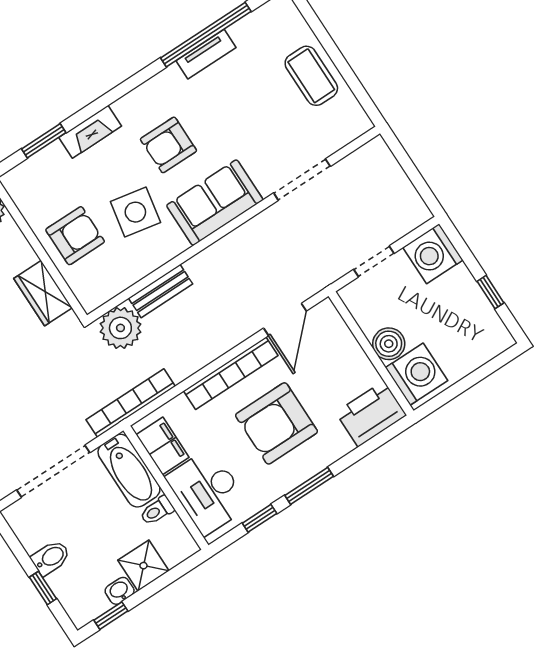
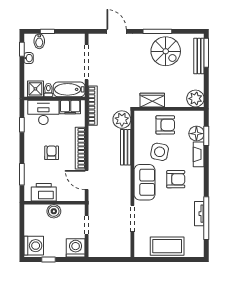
coffee table: (311, 76) -> (167, 246), width x1.36, depth x1.32
armchair: (168, 145) -> (176, 179), turned 90
floor lamp: (52, 163) -> (196, 134), added
armchair: (75, 236) -> (165, 125), turned -90
bench: (161, 291) -> (126, 147), width x1.36
washing machine: (417, 374) -> (34, 246), moved, turned -90
printer: (371, 414) -> (44, 192), moved, turned -90
armchair: (276, 423) -> (52, 153), width x0.53, depth x0.53
window: (309, 486) -> (22, 174), moved
bidet: (51, 558) -> (39, 41), moved
shower: (143, 566) -> (35, 89), moved

